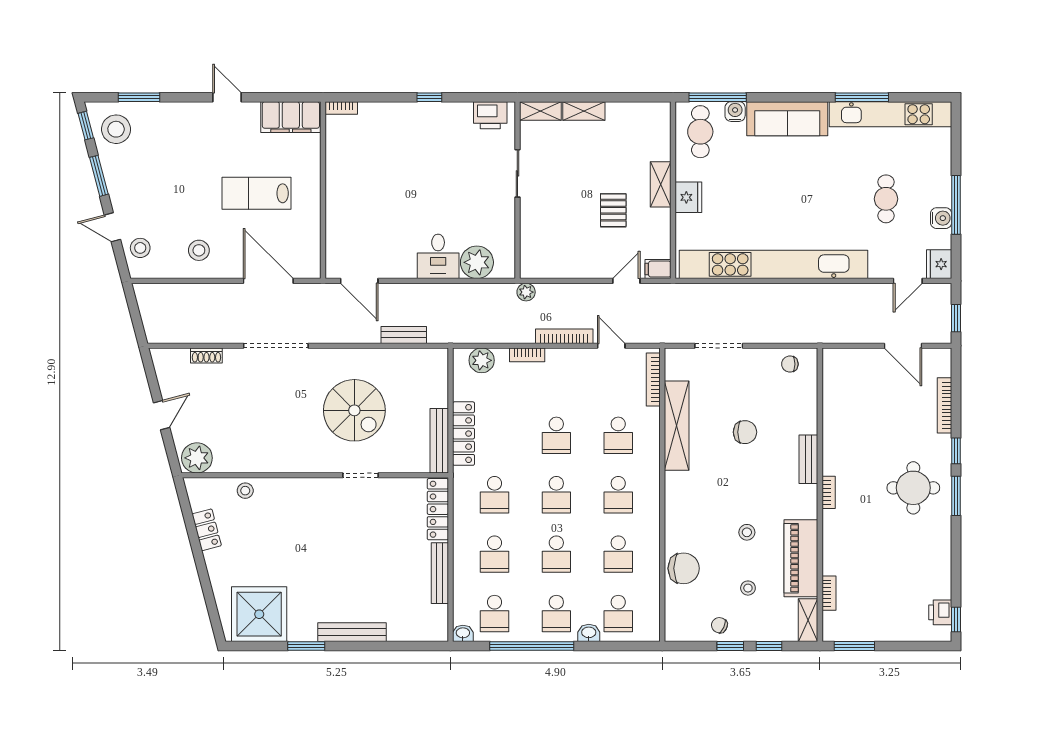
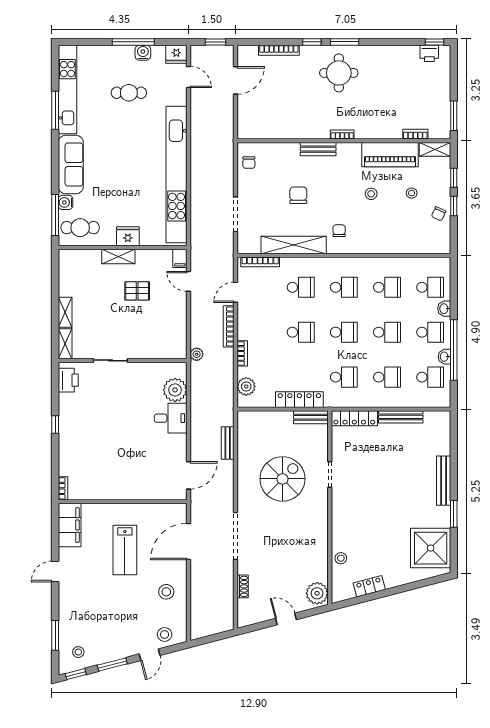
stool: (116, 129) -> (78, 652), width x0.53, depth x0.53
bench: (439, 441) -> (311, 417), width x0.73
chair: (684, 568) -> (339, 231), moved, width x0.54, depth x0.54
washbasin: (463, 633) -> (444, 357), moved

